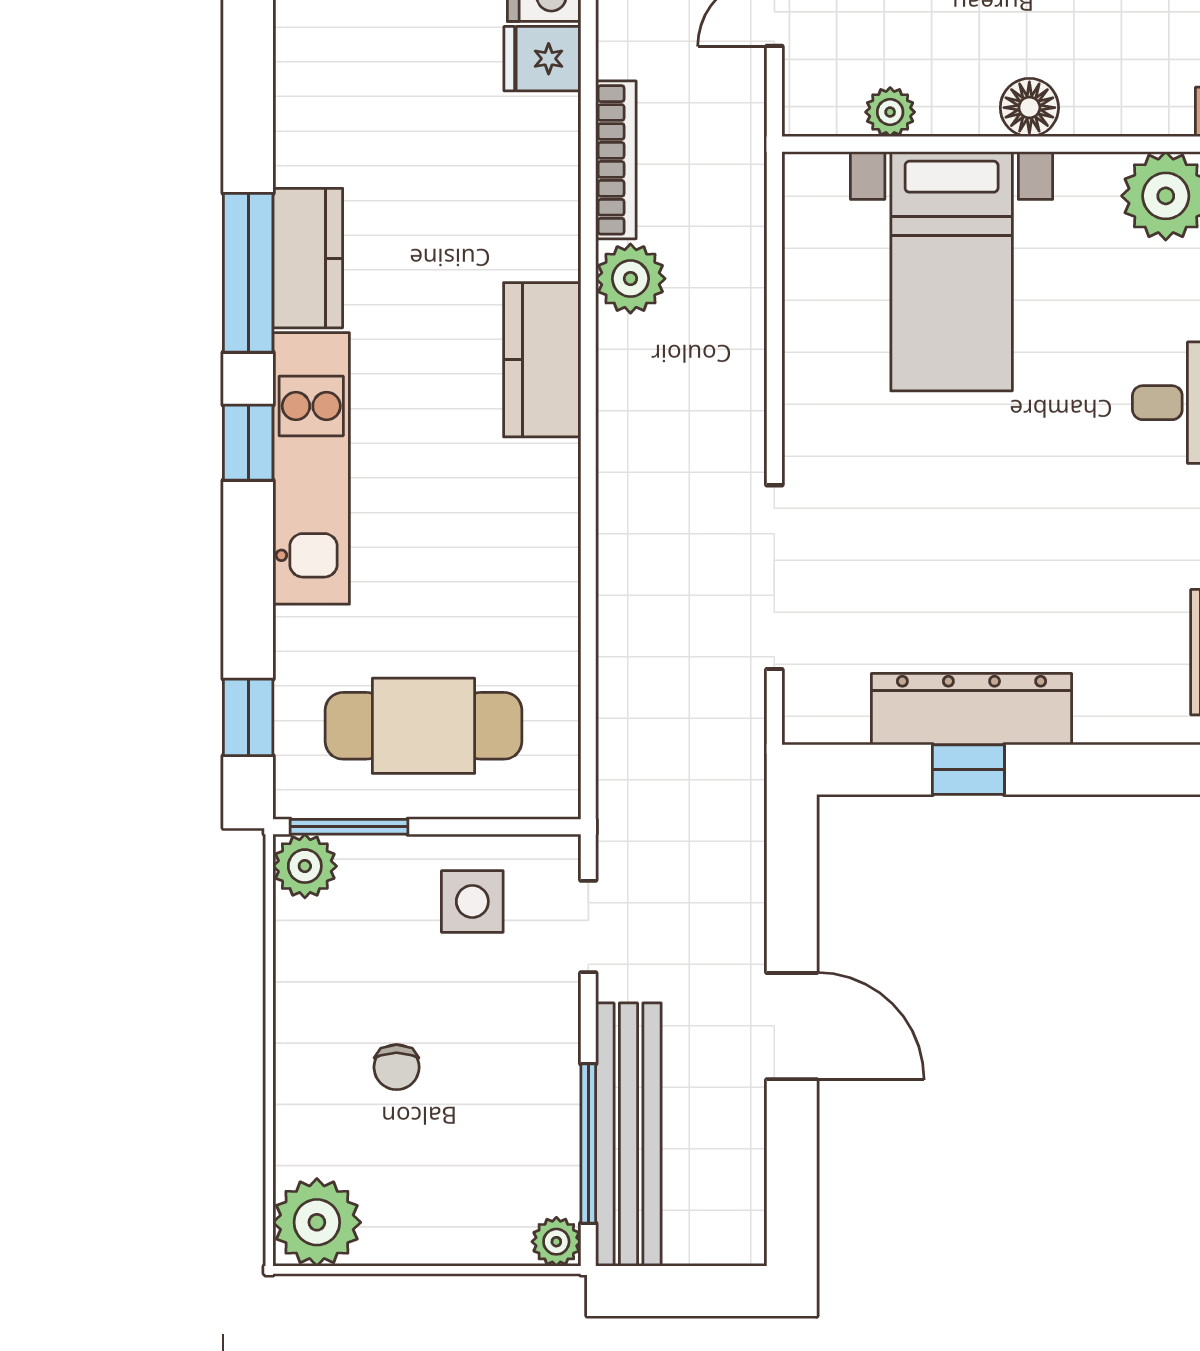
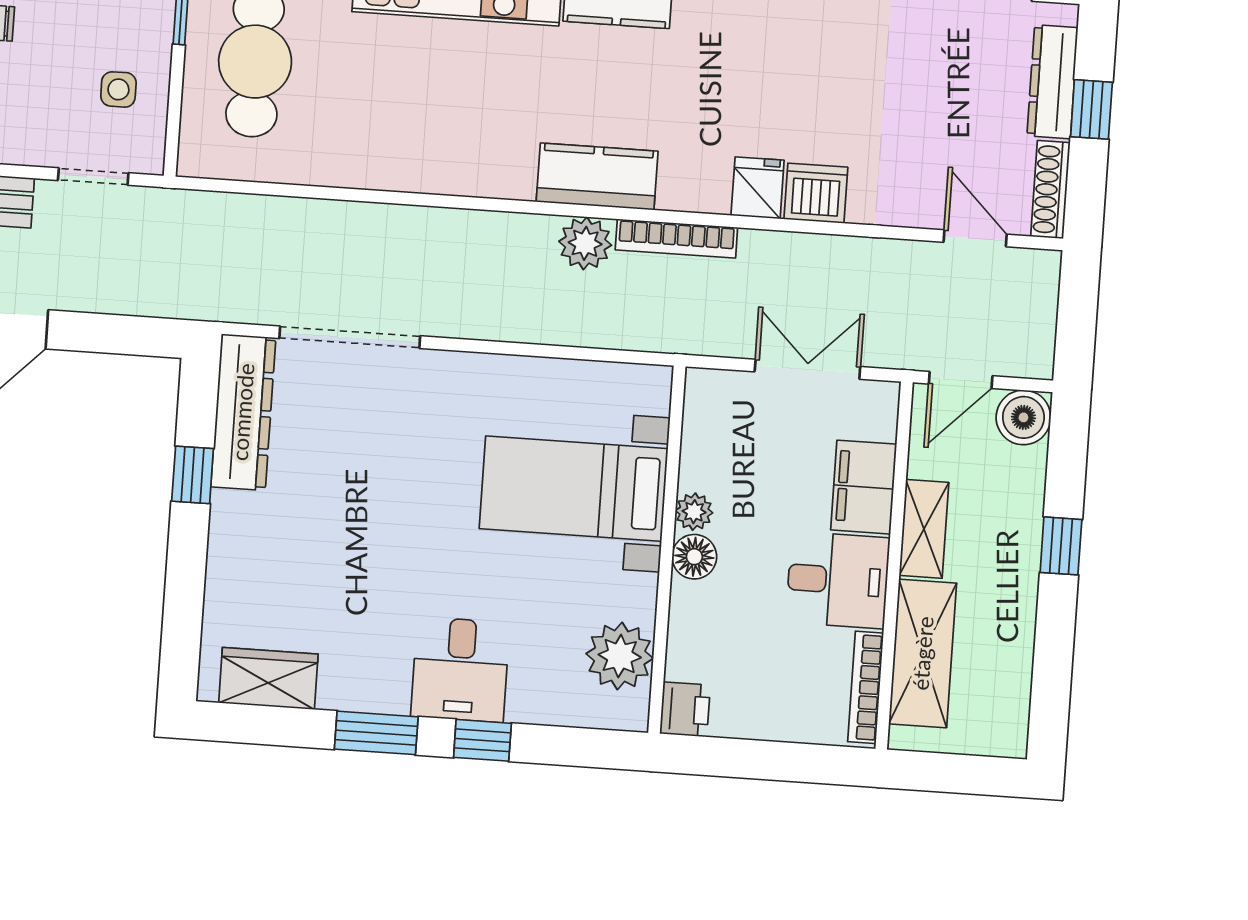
plant: (890, 112) -> (694, 512), moved
kitchen counter: (542, 360) -> (597, 177), moved
dresser: (971, 709) -> (243, 412), moved
side table: (472, 901) -> (118, 89), width x0.73, depth x0.73

